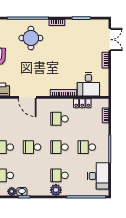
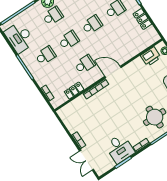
desk: (88, 84) -> (120, 149), moved, turned 180
door: (27, 97) -> (113, 72), moved

